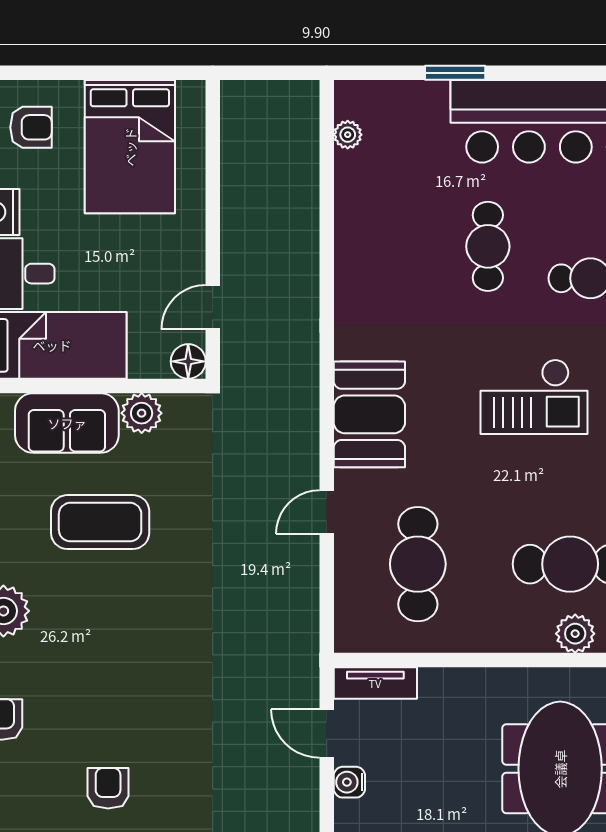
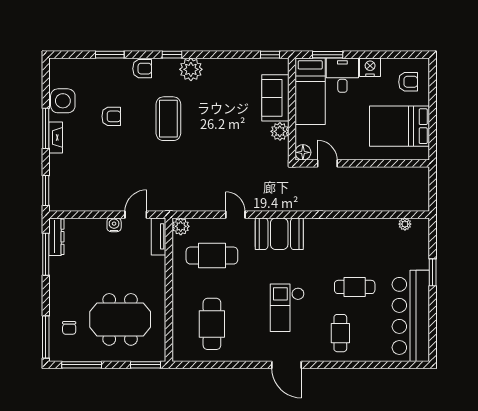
armchair: (31, 127) -> (408, 82), turned -90
coffee table: (100, 522) -> (168, 119), moved
plant: (575, 634) -> (181, 226), moved

